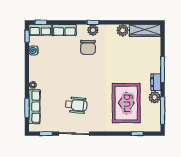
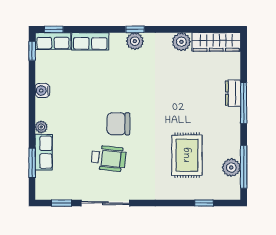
chair: (88, 47) -> (118, 124), moved, turned 90
water cooler: (34, 50) -> (42, 91), moved
dresser: (156, 82) -> (233, 93), moved
plant: (155, 97) -> (231, 167), moved
rug: (126, 103) -> (187, 155), width x0.73, depth x0.69
row of seats: (34, 107) -> (44, 152), width x0.68

